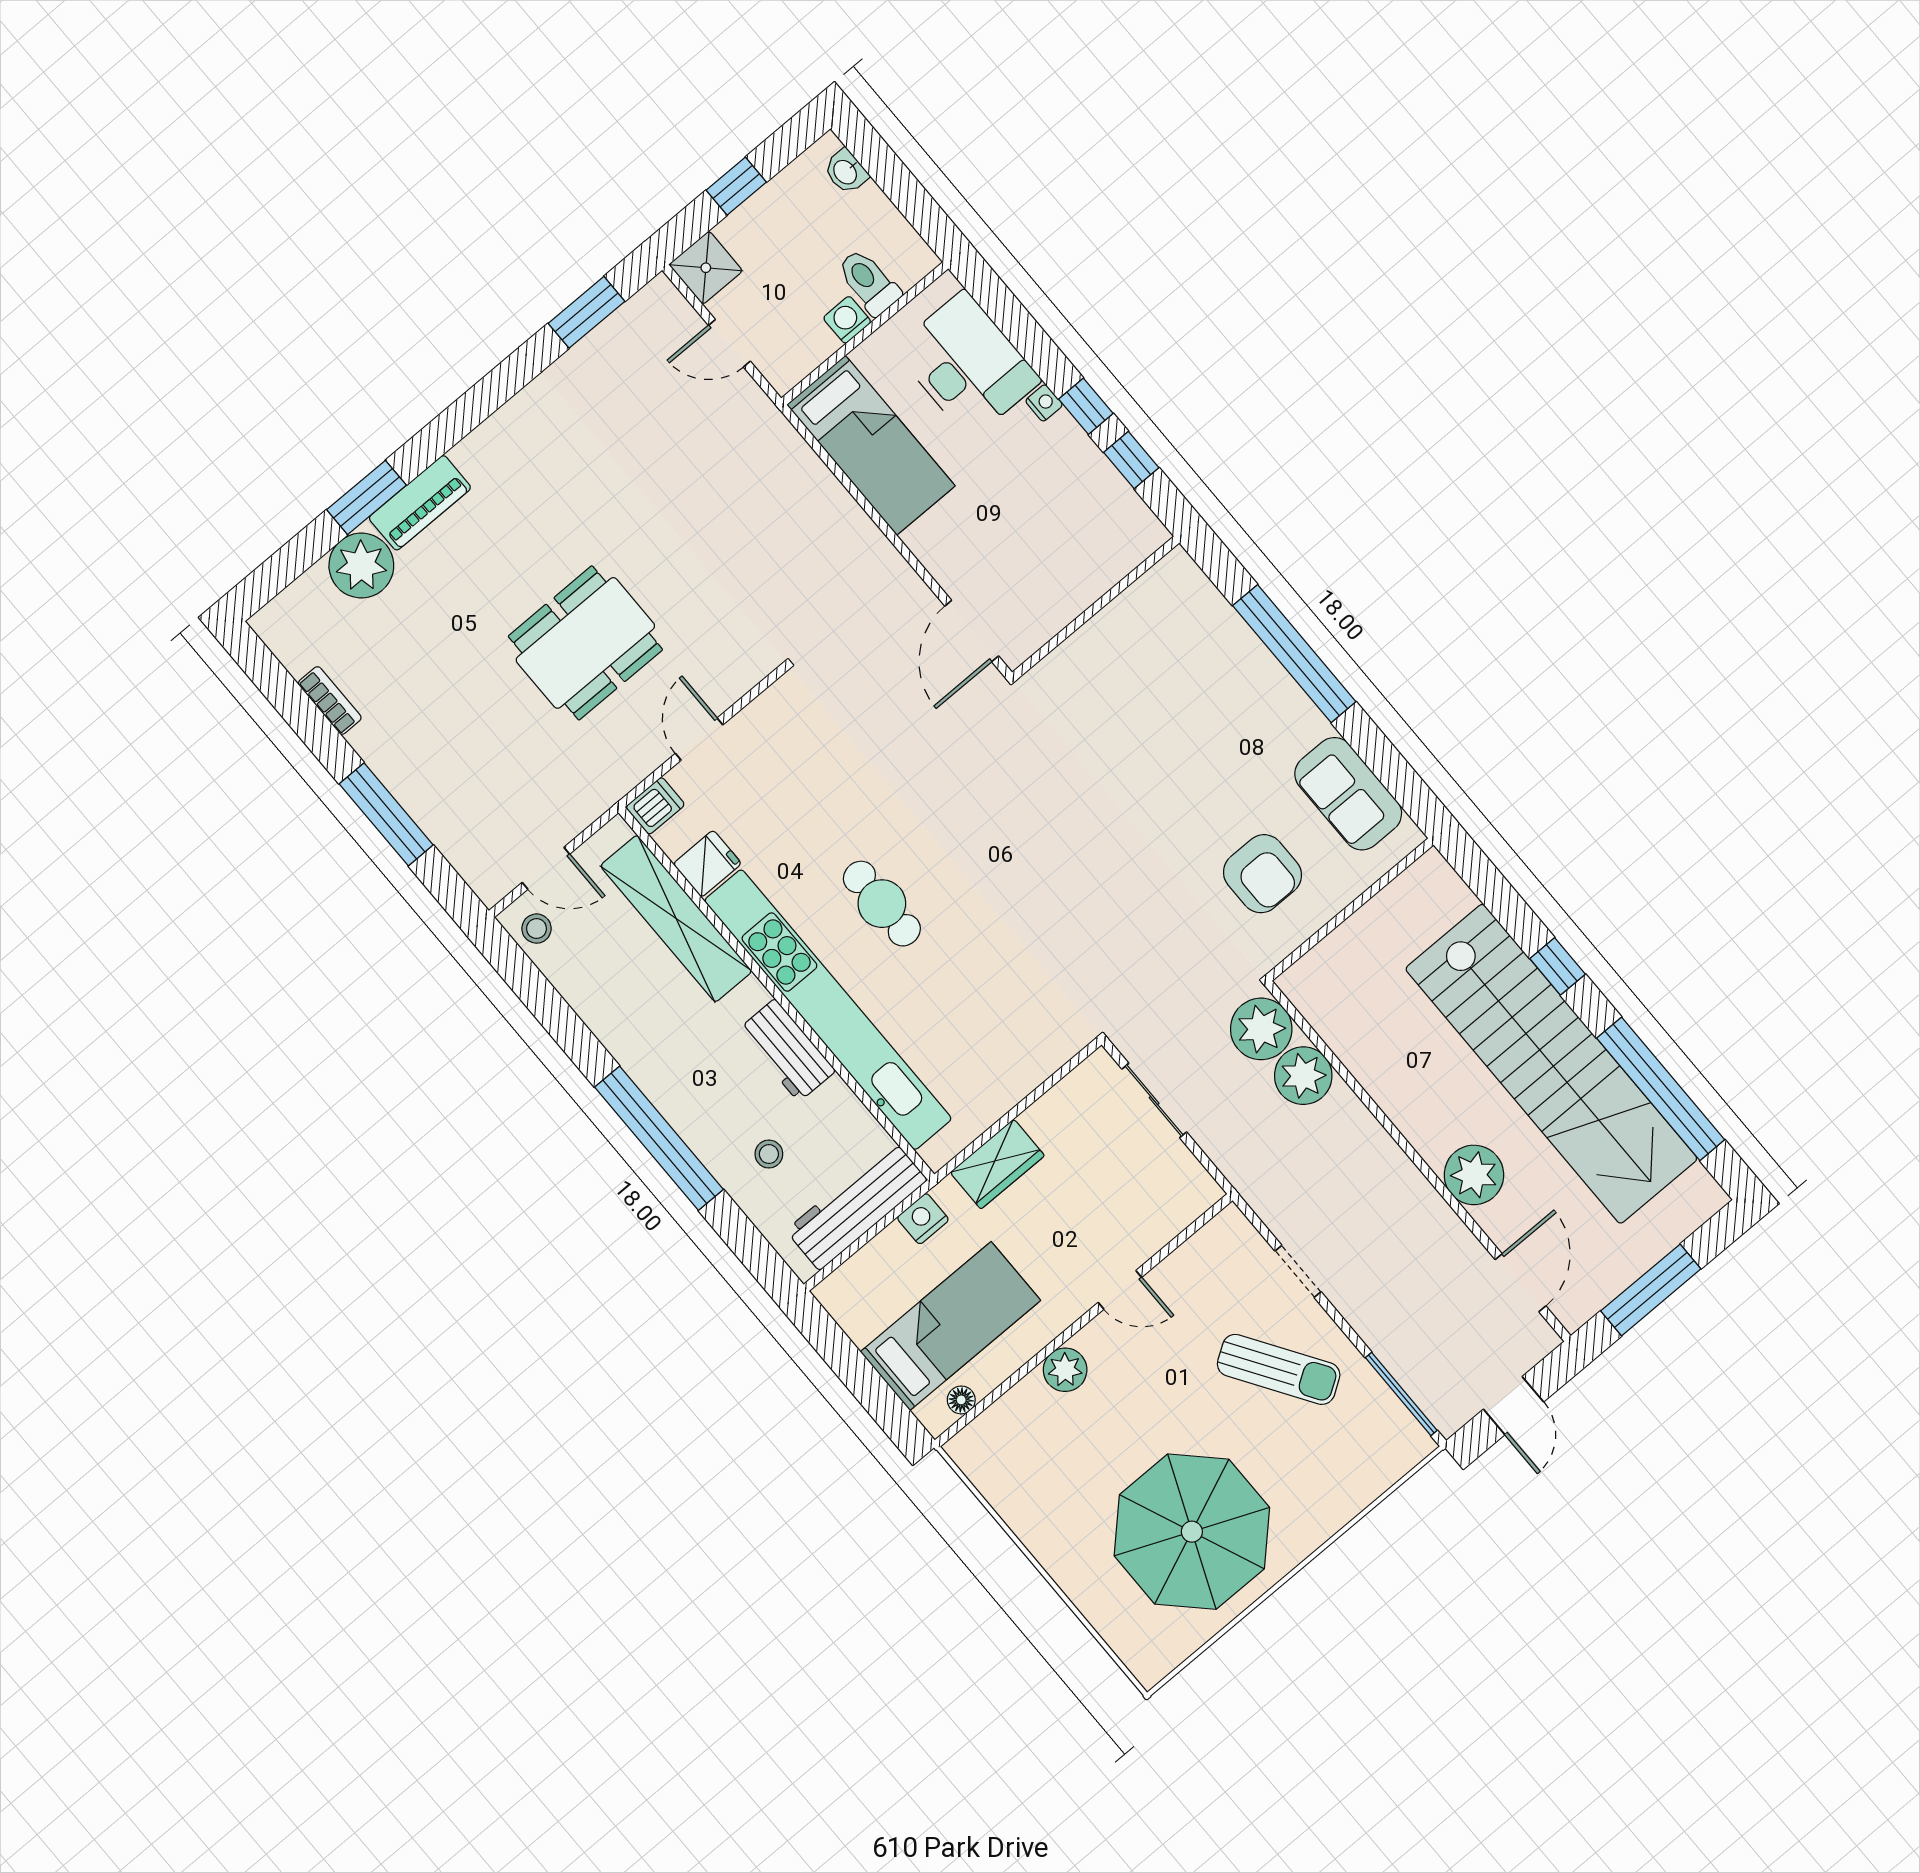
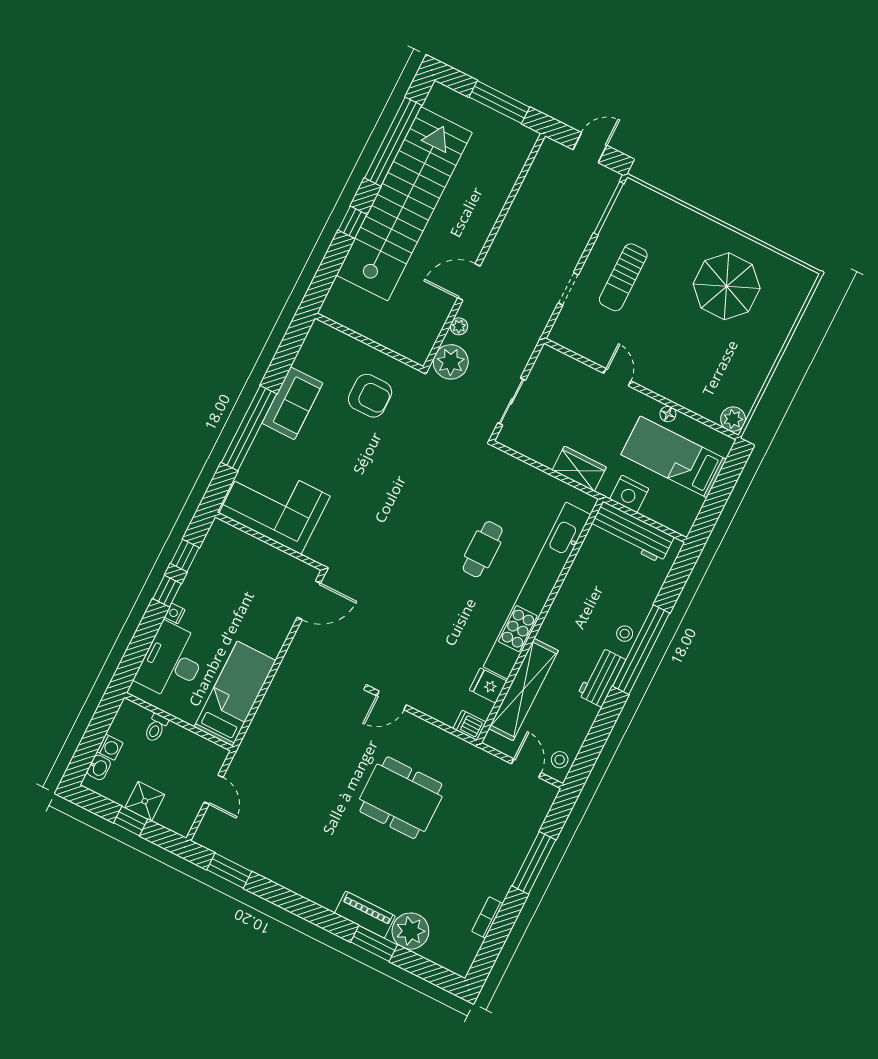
shower: (706, 268) -> (145, 801), moved
toilet: (869, 282) -> (156, 728), width x0.73, depth x0.72
washing machine: (847, 320) -> (110, 747), moved, turned -90
corner sofa: (1152, 642) -> (275, 505), added
door: (699, 739) -> (392, 700), moved
sofa: (1348, 794) -> (292, 403), moved
armchair: (1262, 874) -> (370, 396), turned 90
cafe table: (882, 904) -> (483, 549), moved
workbench: (787, 1050) -> (601, 677), moved, turned 180
plant: (1303, 1076) -> (459, 326), width x0.53, depth x0.53
stool: (769, 1154) -> (625, 634), moved
plant: (1474, 1175) -> (479, 219), removed
nightstand: (923, 1219) -> (629, 494), width x1.36, depth x1.33
door: (1521, 1283) -> (469, 282), moved
sun lounger: (1279, 1369) -> (623, 277), turned -147
plant: (1065, 1370) -> (733, 419), moved
floor lamp: (961, 1400) -> (668, 414), moved
parasol: (1192, 1532) -> (727, 286), width x0.73, depth x0.73

